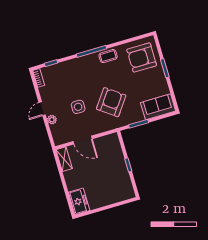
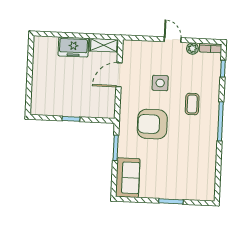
coffee table: (108, 56) -> (192, 104), moved
armchair: (142, 57) -> (193, 178), removed
armchair: (111, 102) -> (152, 124), turned 144
plant: (52, 120) -> (192, 49), moved
freezer: (79, 201) -> (73, 47), moved

